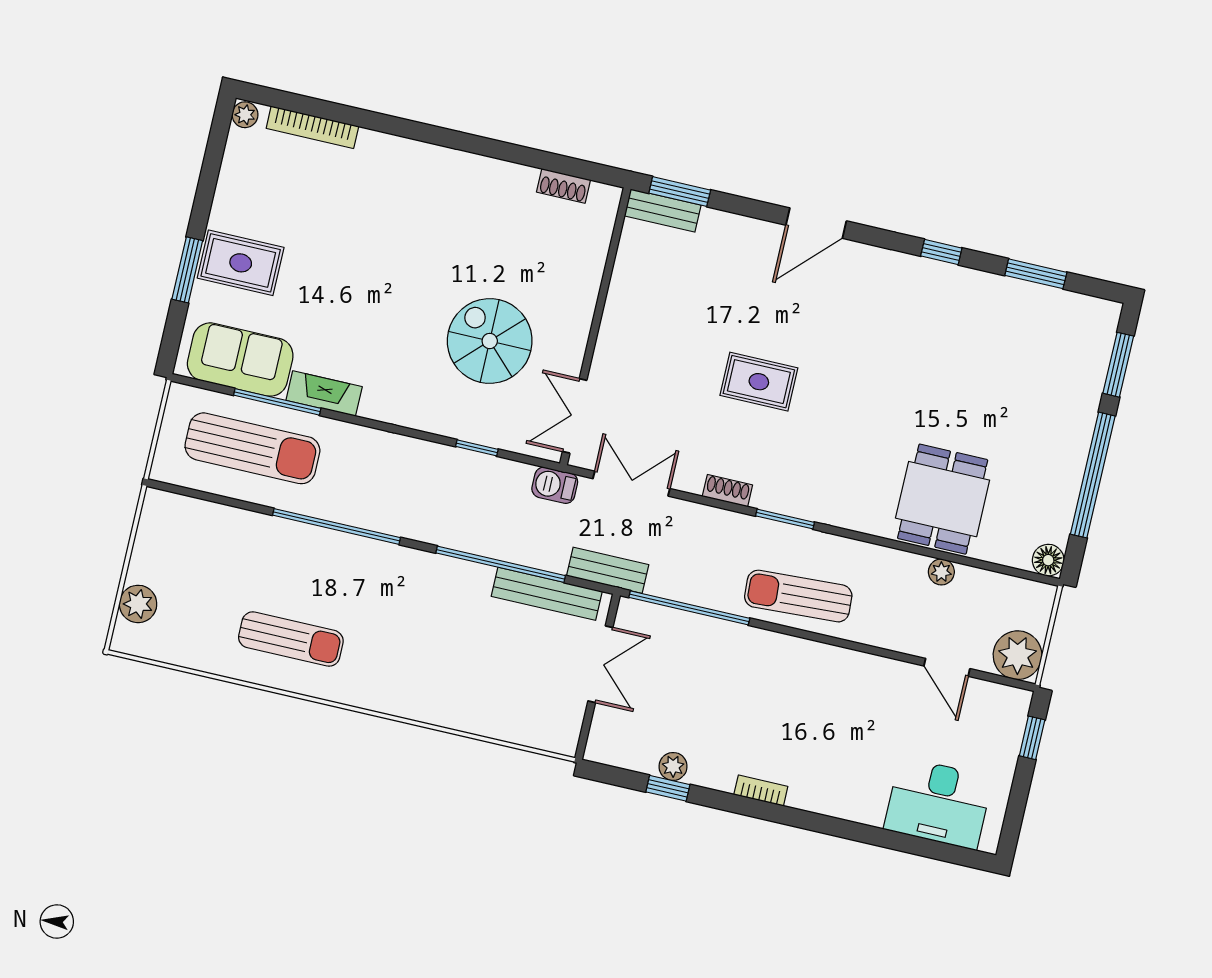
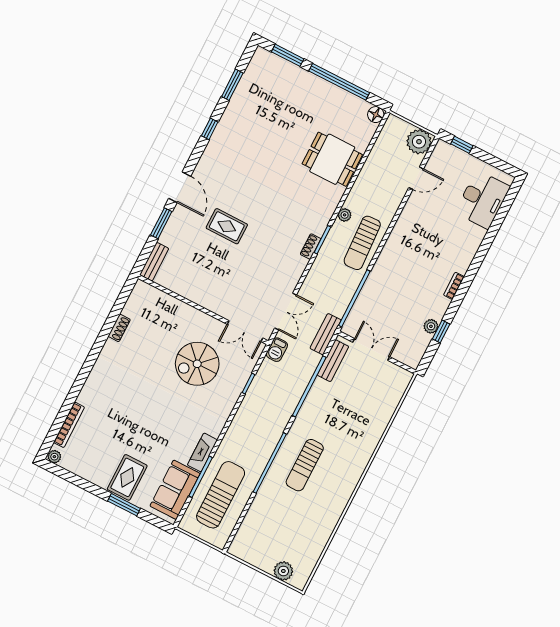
shoe rack: (563, 186) -> (119, 328), moved
window: (680, 192) -> (161, 223), moved
rug: (759, 382) -> (227, 226), moved, turned 90
double door: (631, 484) -> (286, 311), swing flipped
shoe rack: (727, 491) -> (311, 246), moved
plant: (941, 572) -> (345, 215), moved
bench: (547, 594) -> (333, 361), width x0.73
sun lounger: (291, 639) -> (305, 465), moved, turned 180

